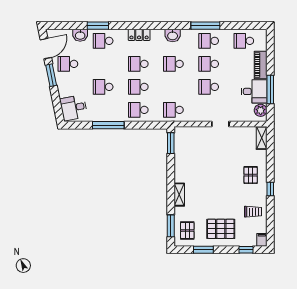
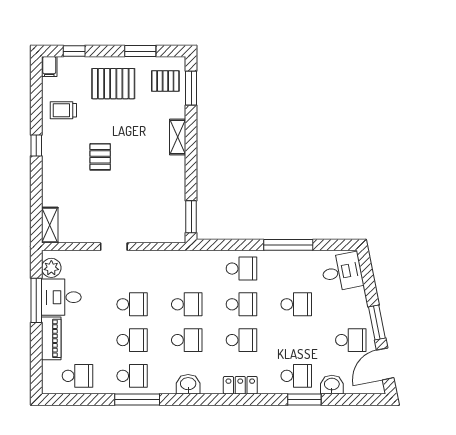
school desk: (173, 110) -> (187, 304), moved
pallet: (251, 175) -> (100, 157), moved
pallet: (187, 231) -> (165, 81), turned 90

